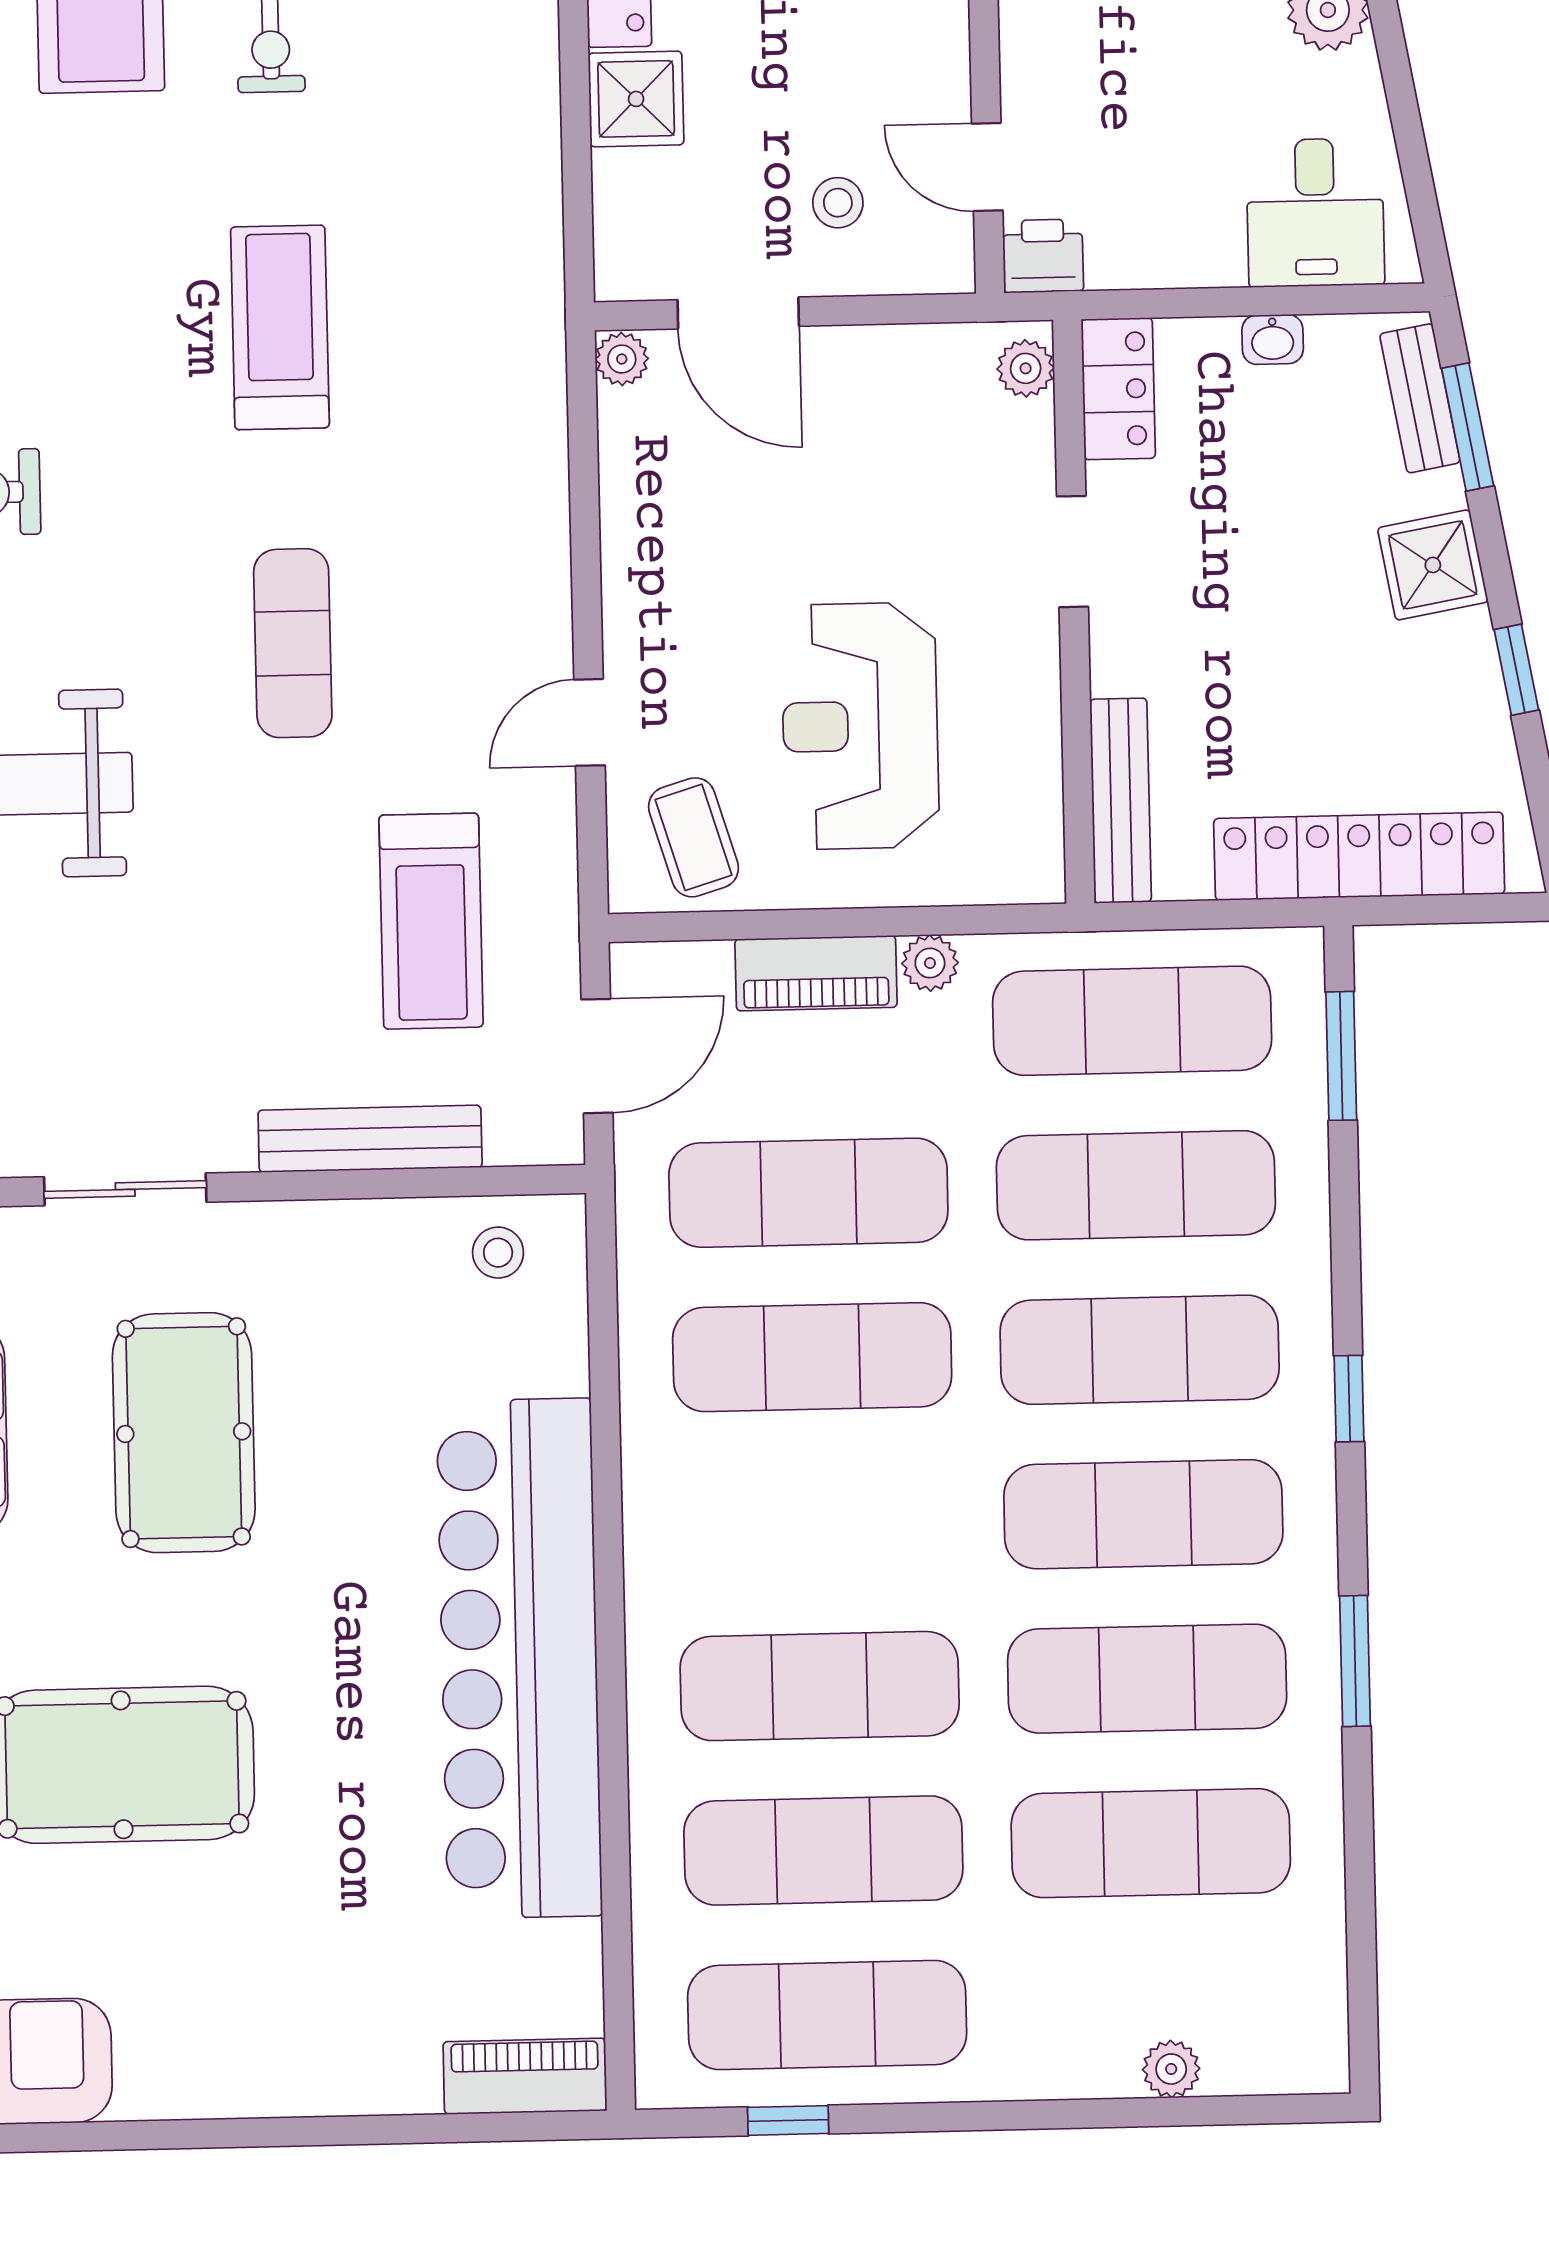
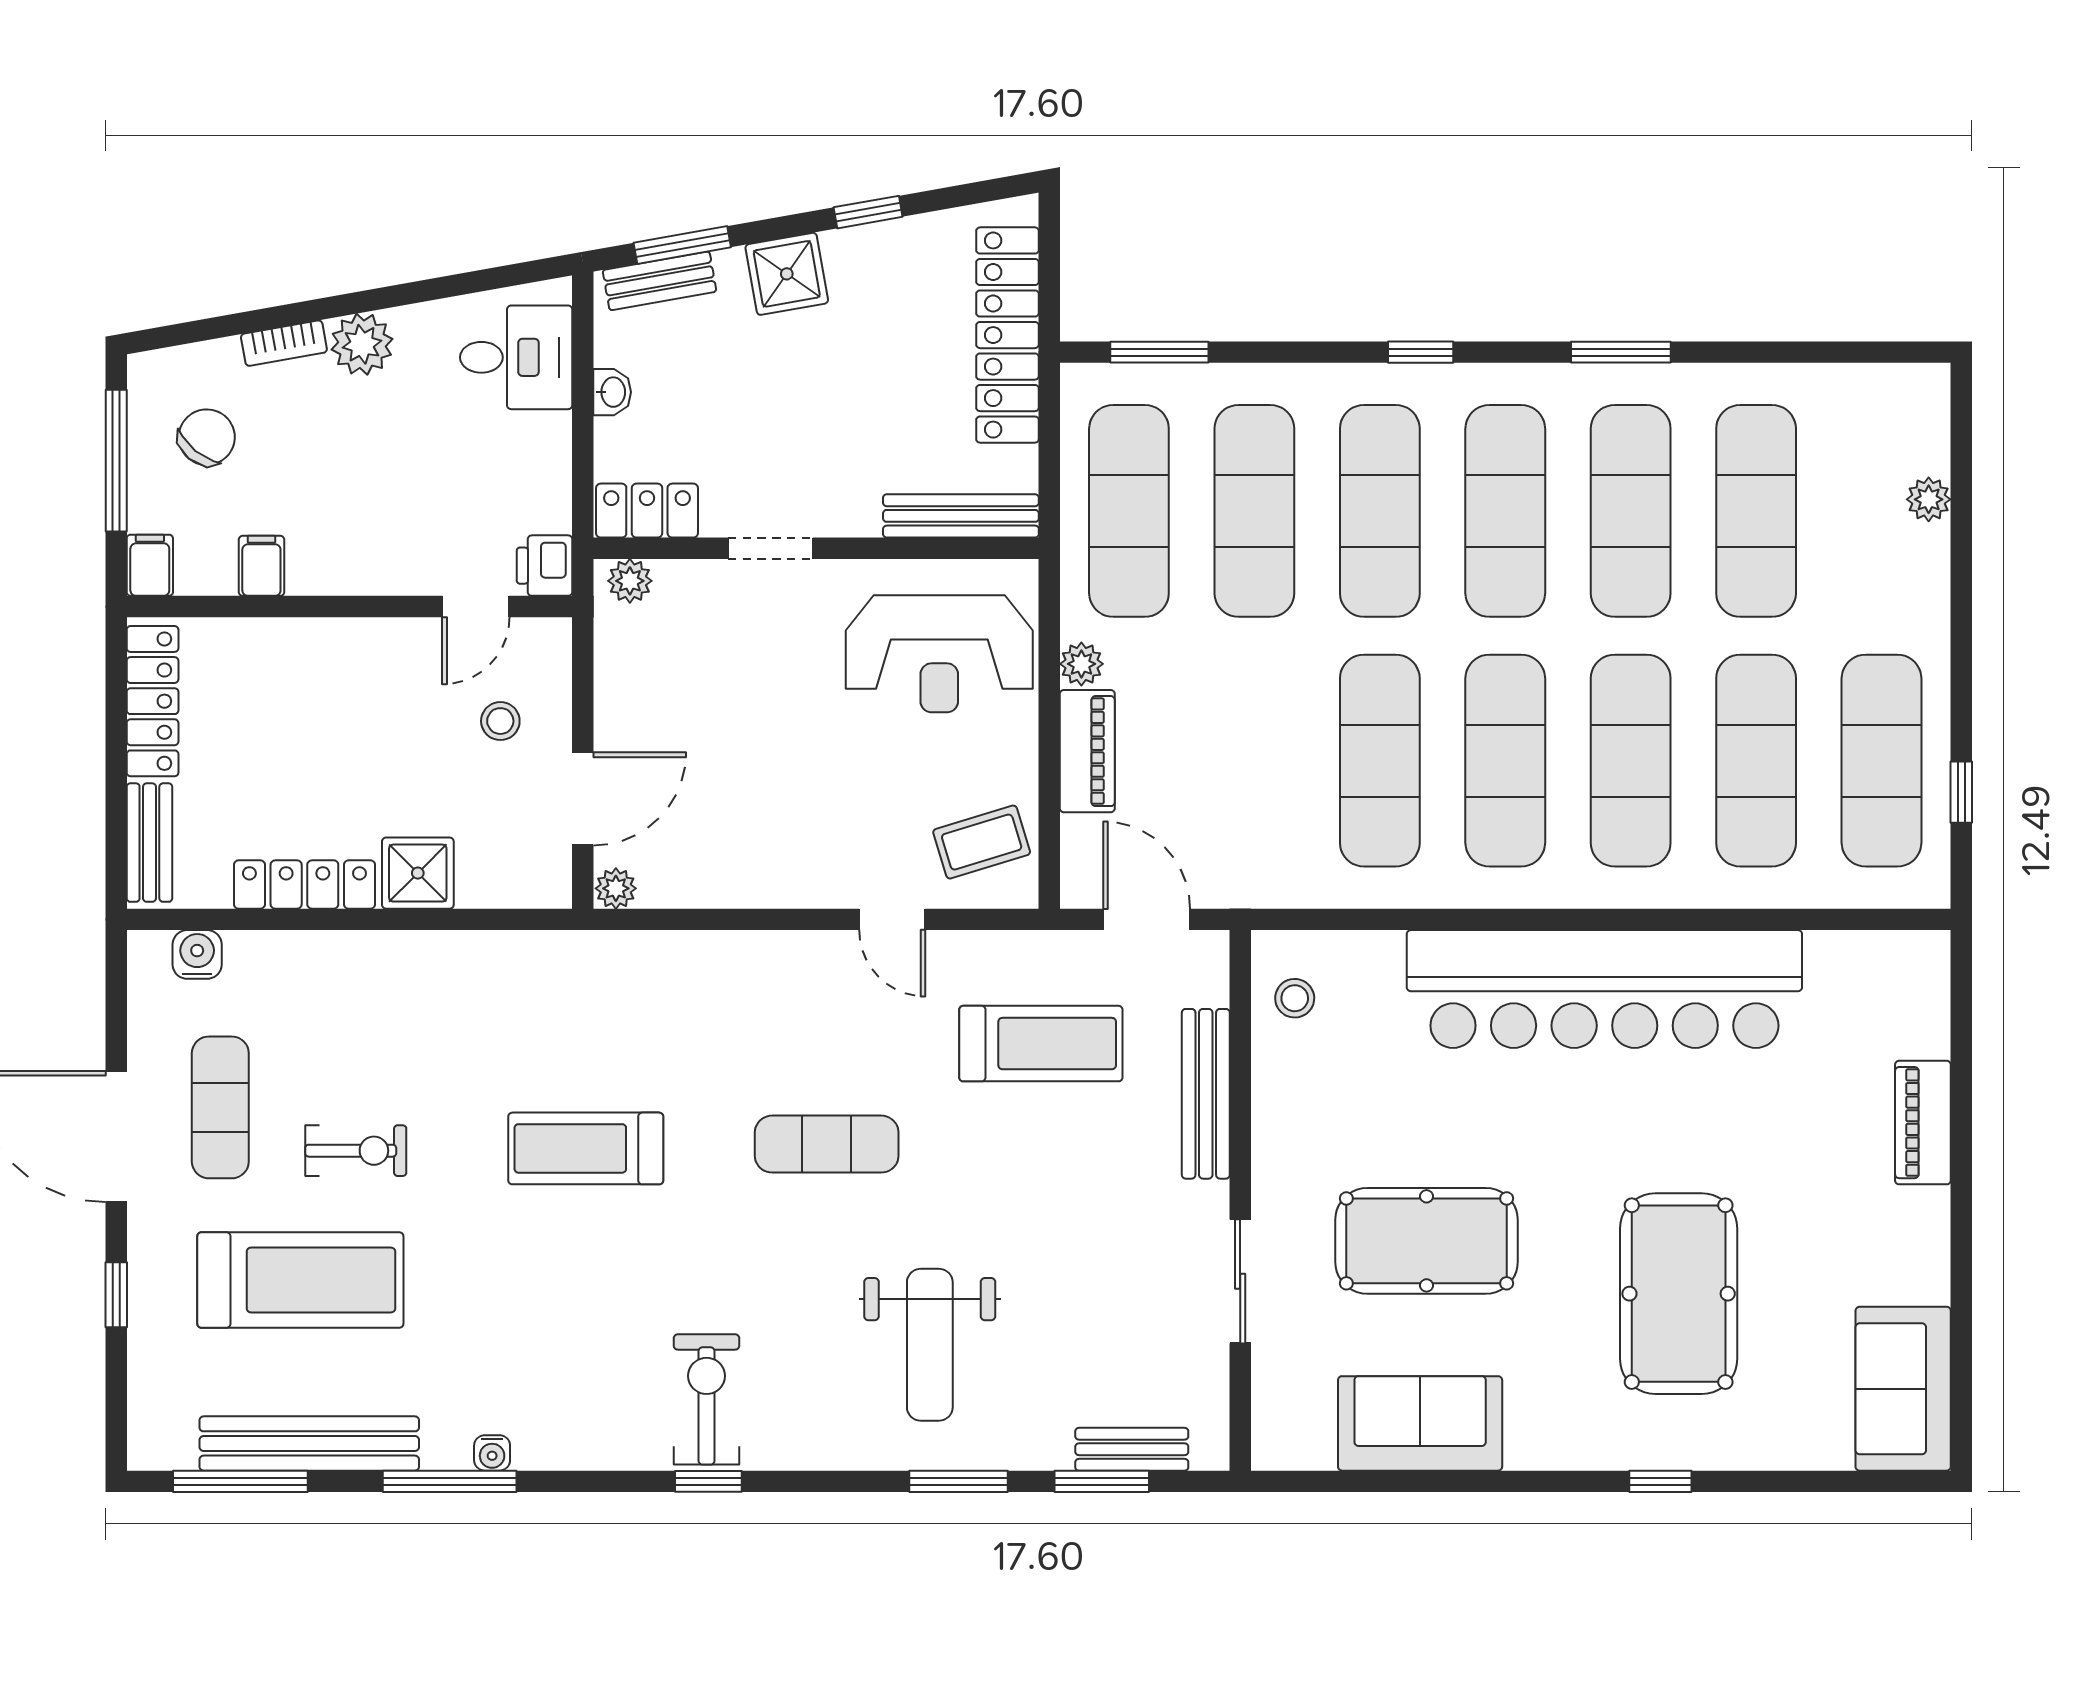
reception desk: (860, 726) -> (939, 654), moved
exercise mat: (808, 1193) -> (1505, 761), moved
piano: (525, 2076) -> (1923, 1123), moved

